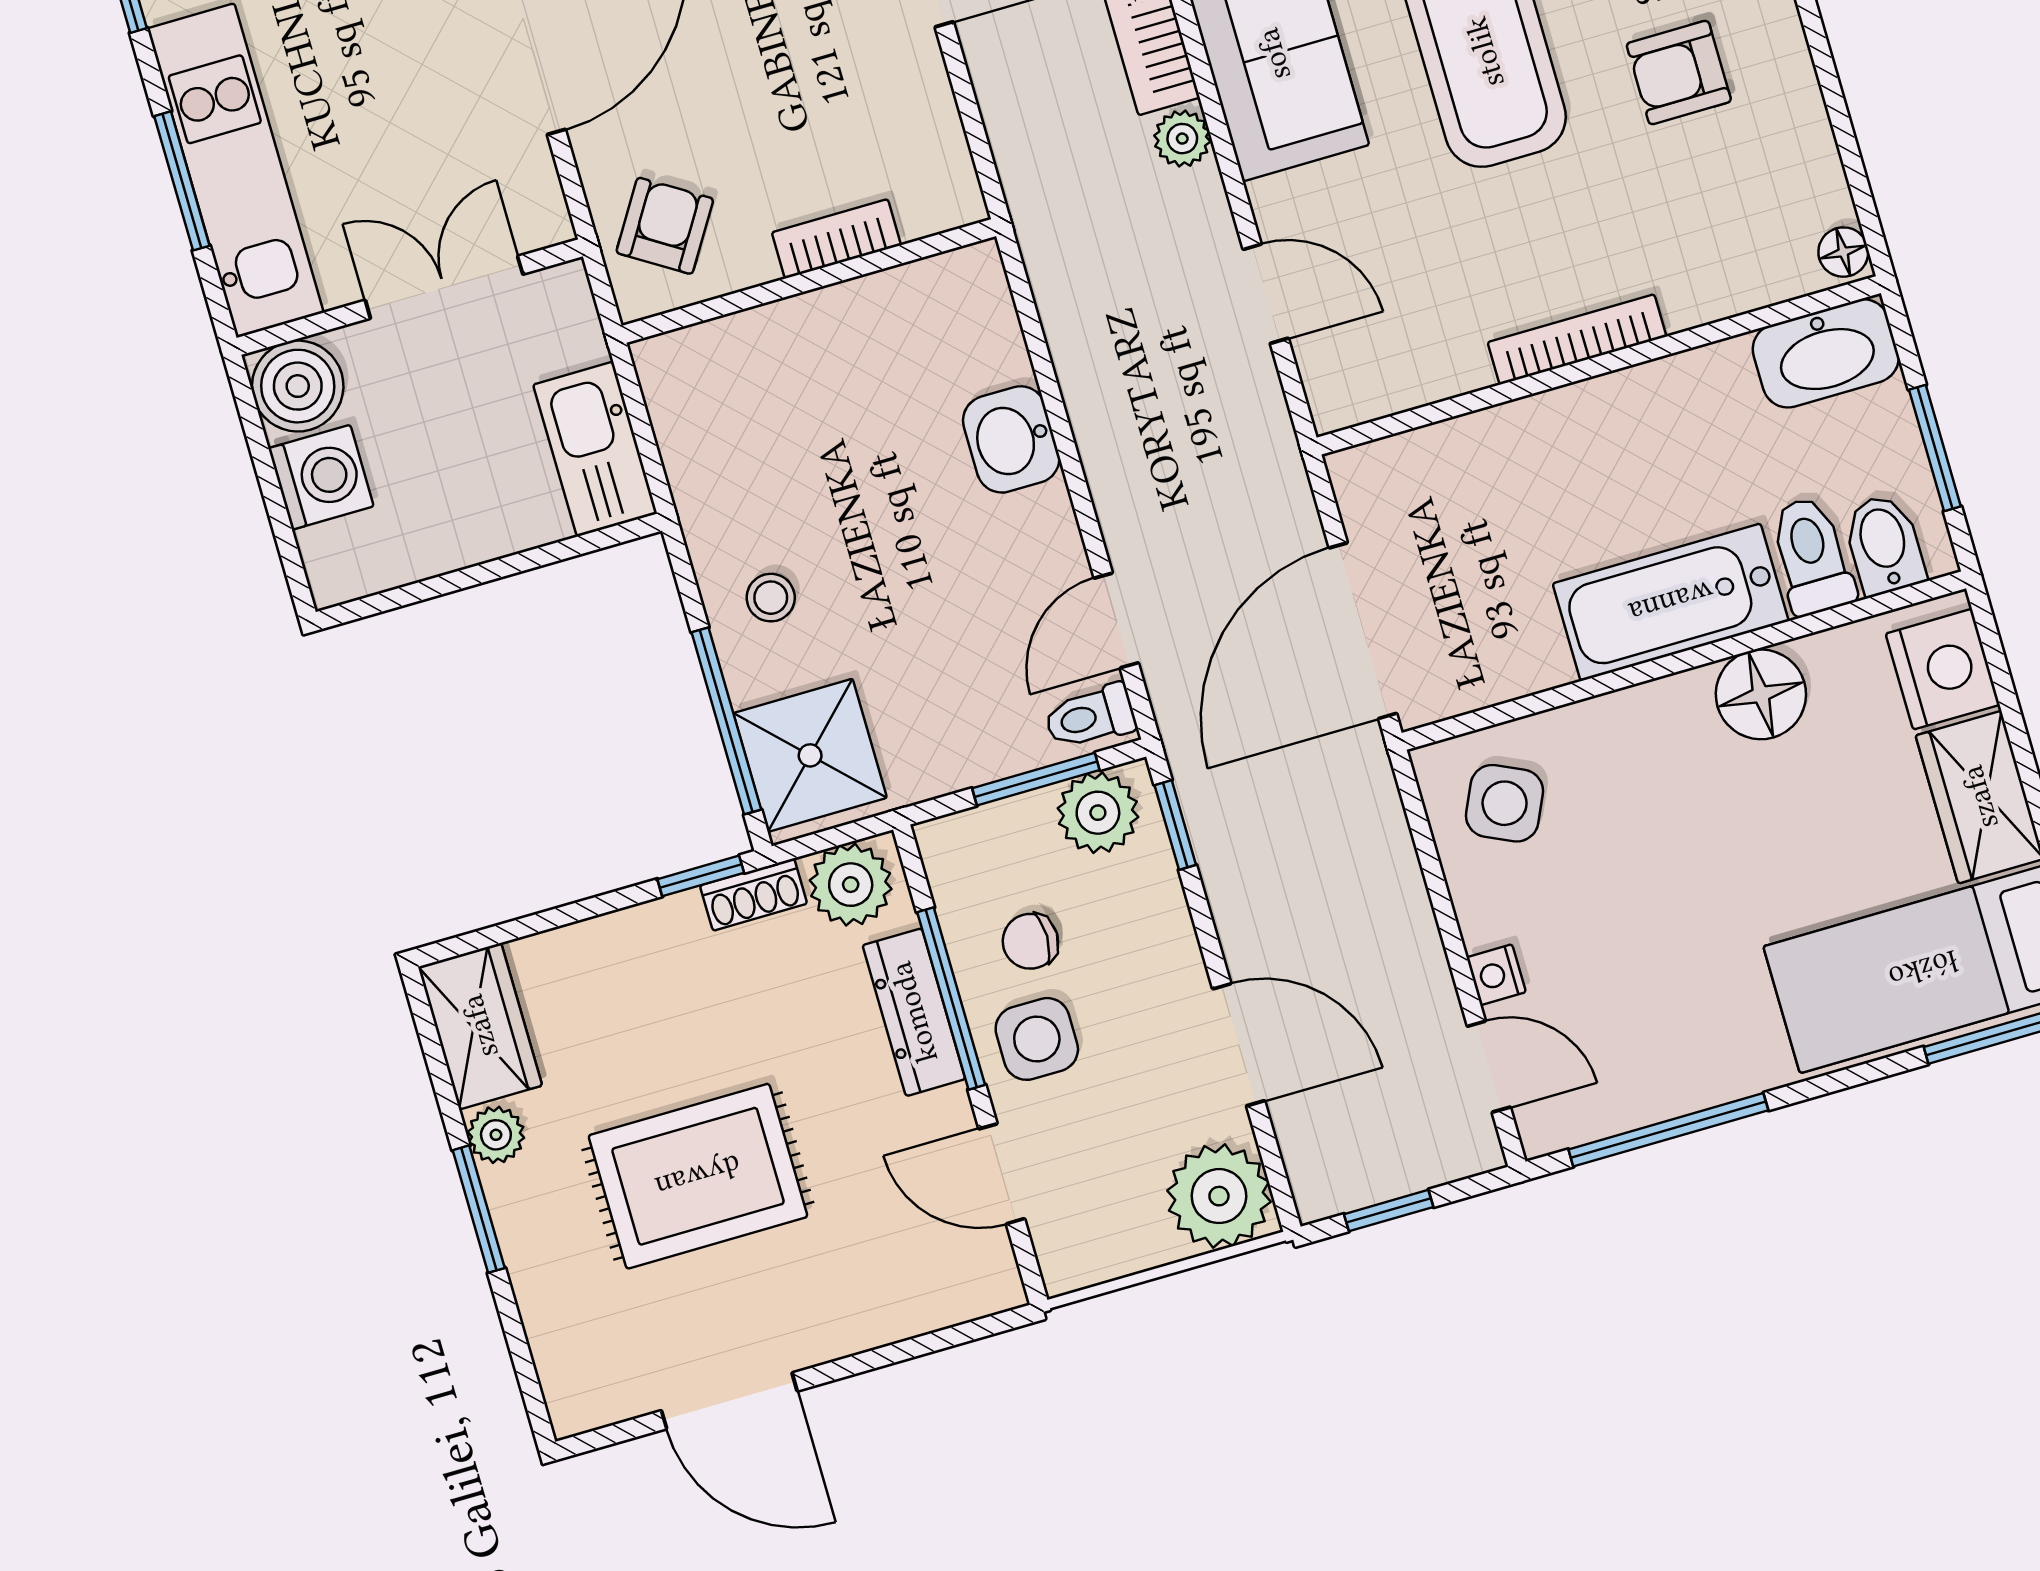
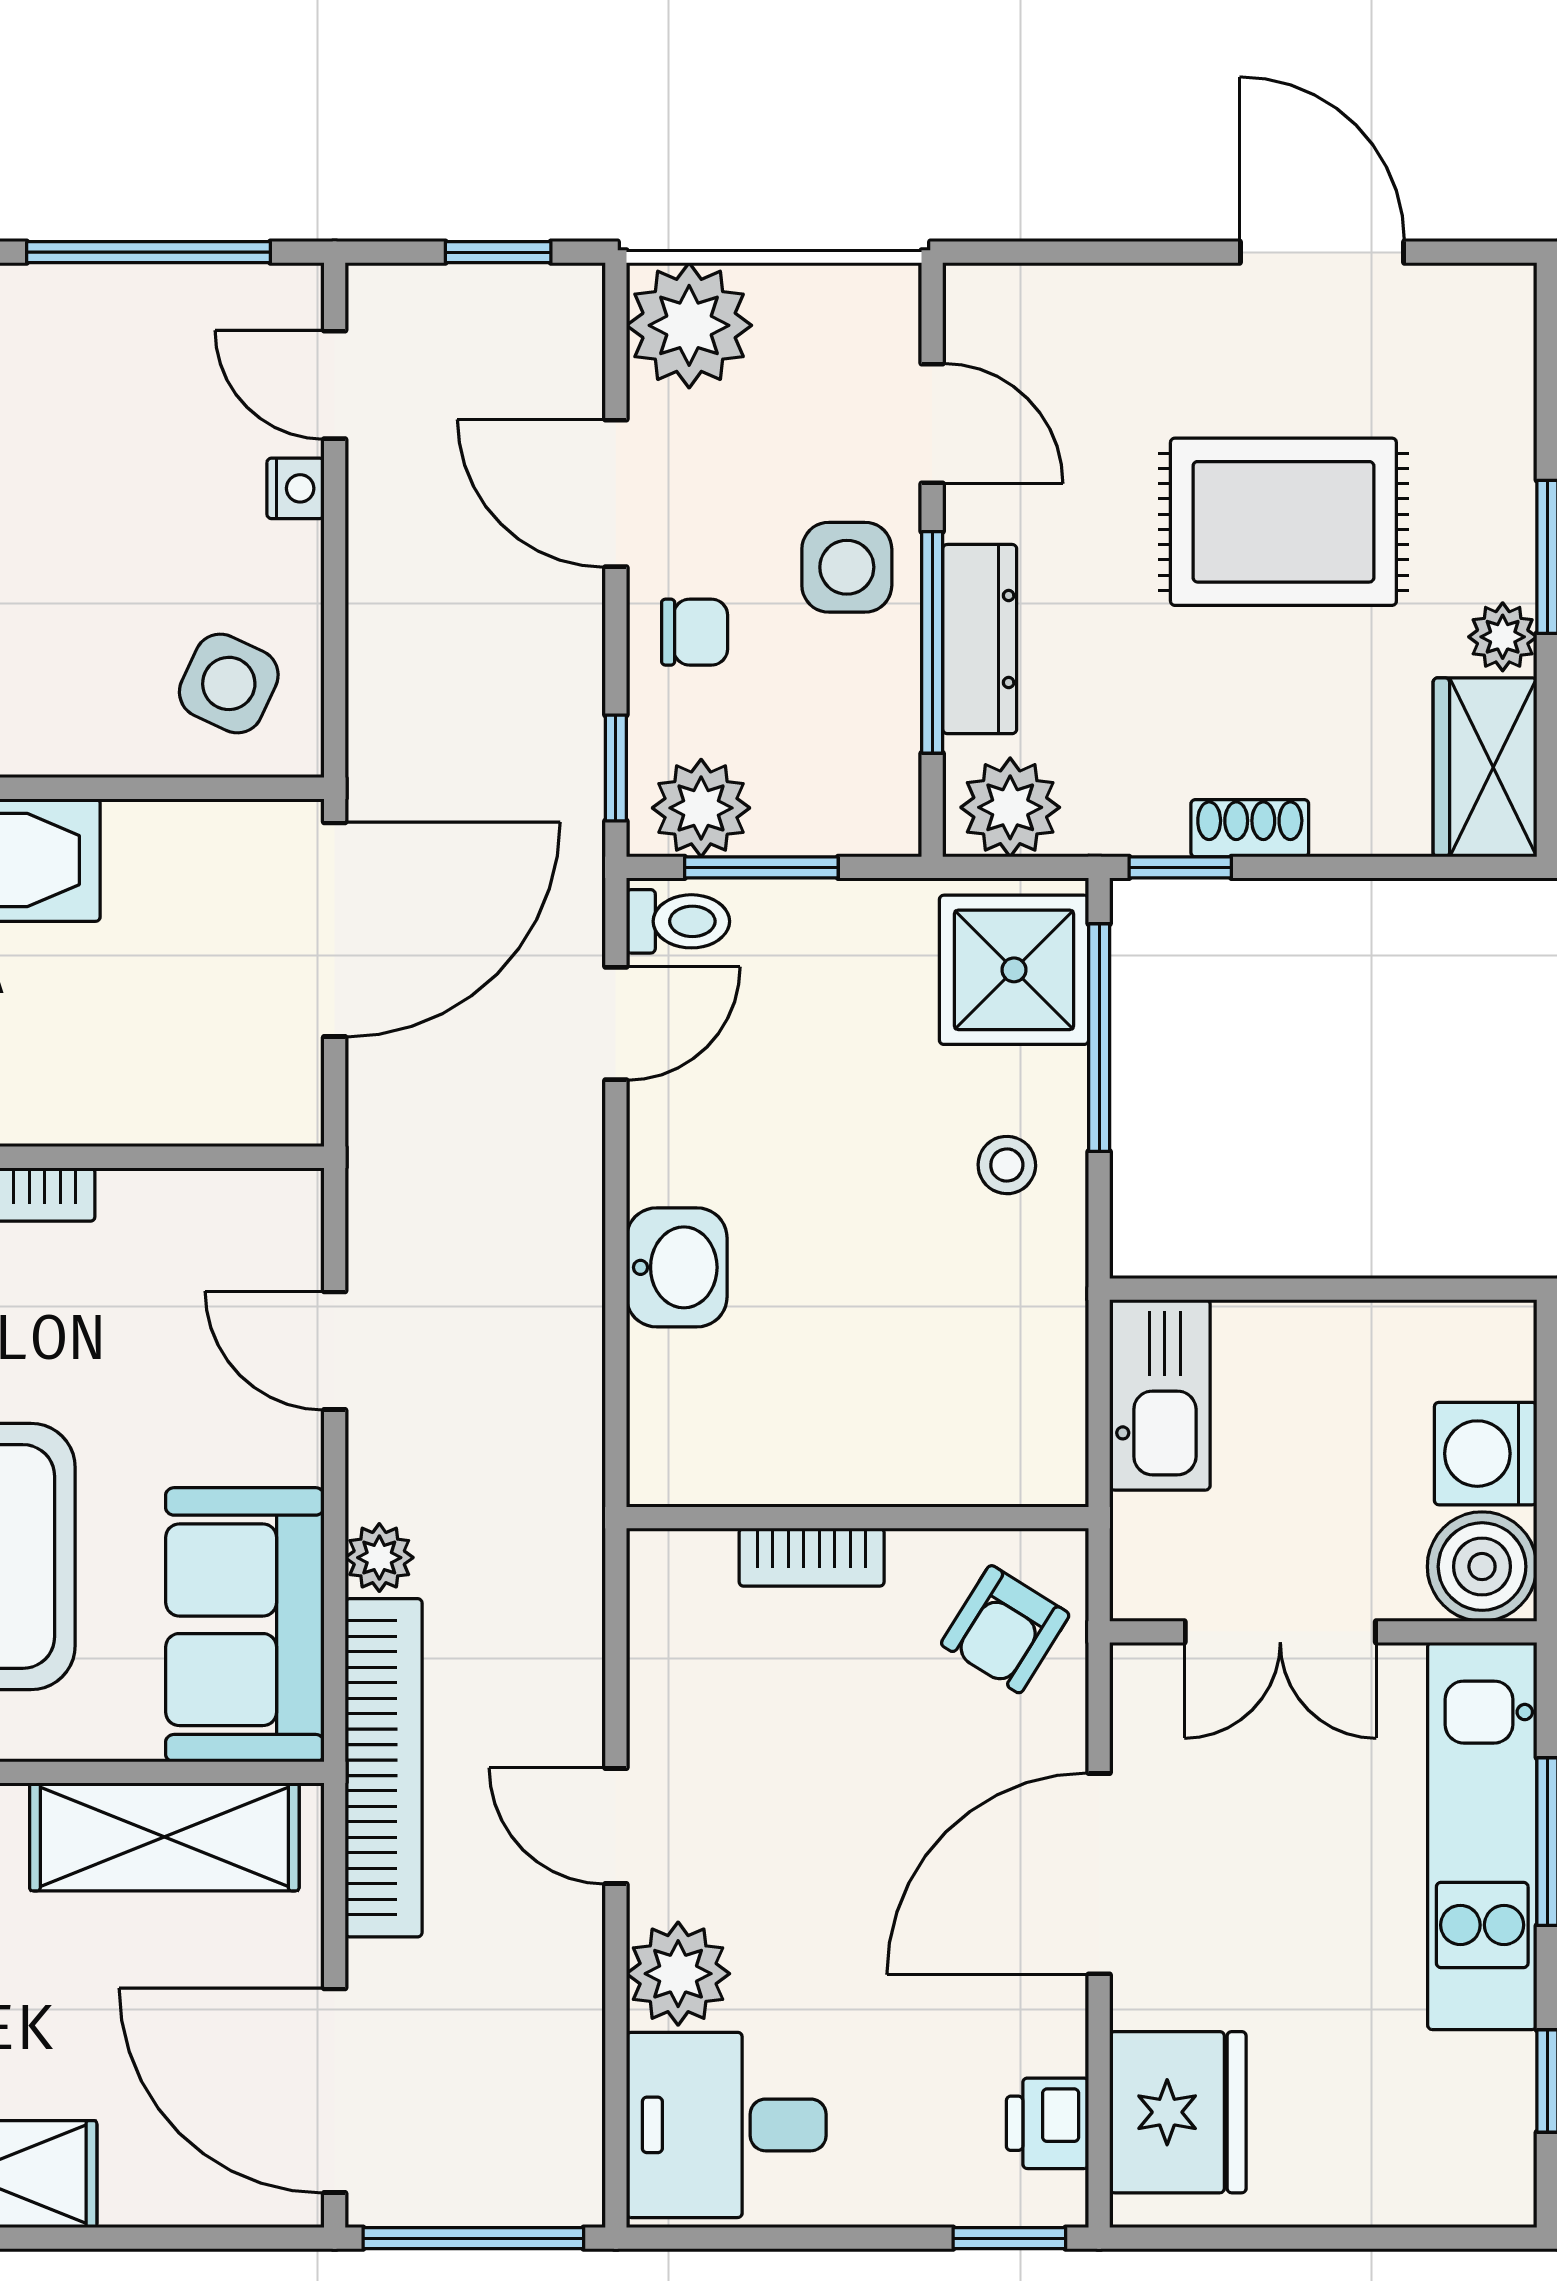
shoe rack: (754, 895) -> (1250, 828), moved
chair: (1030, 941) -> (695, 632), moved

